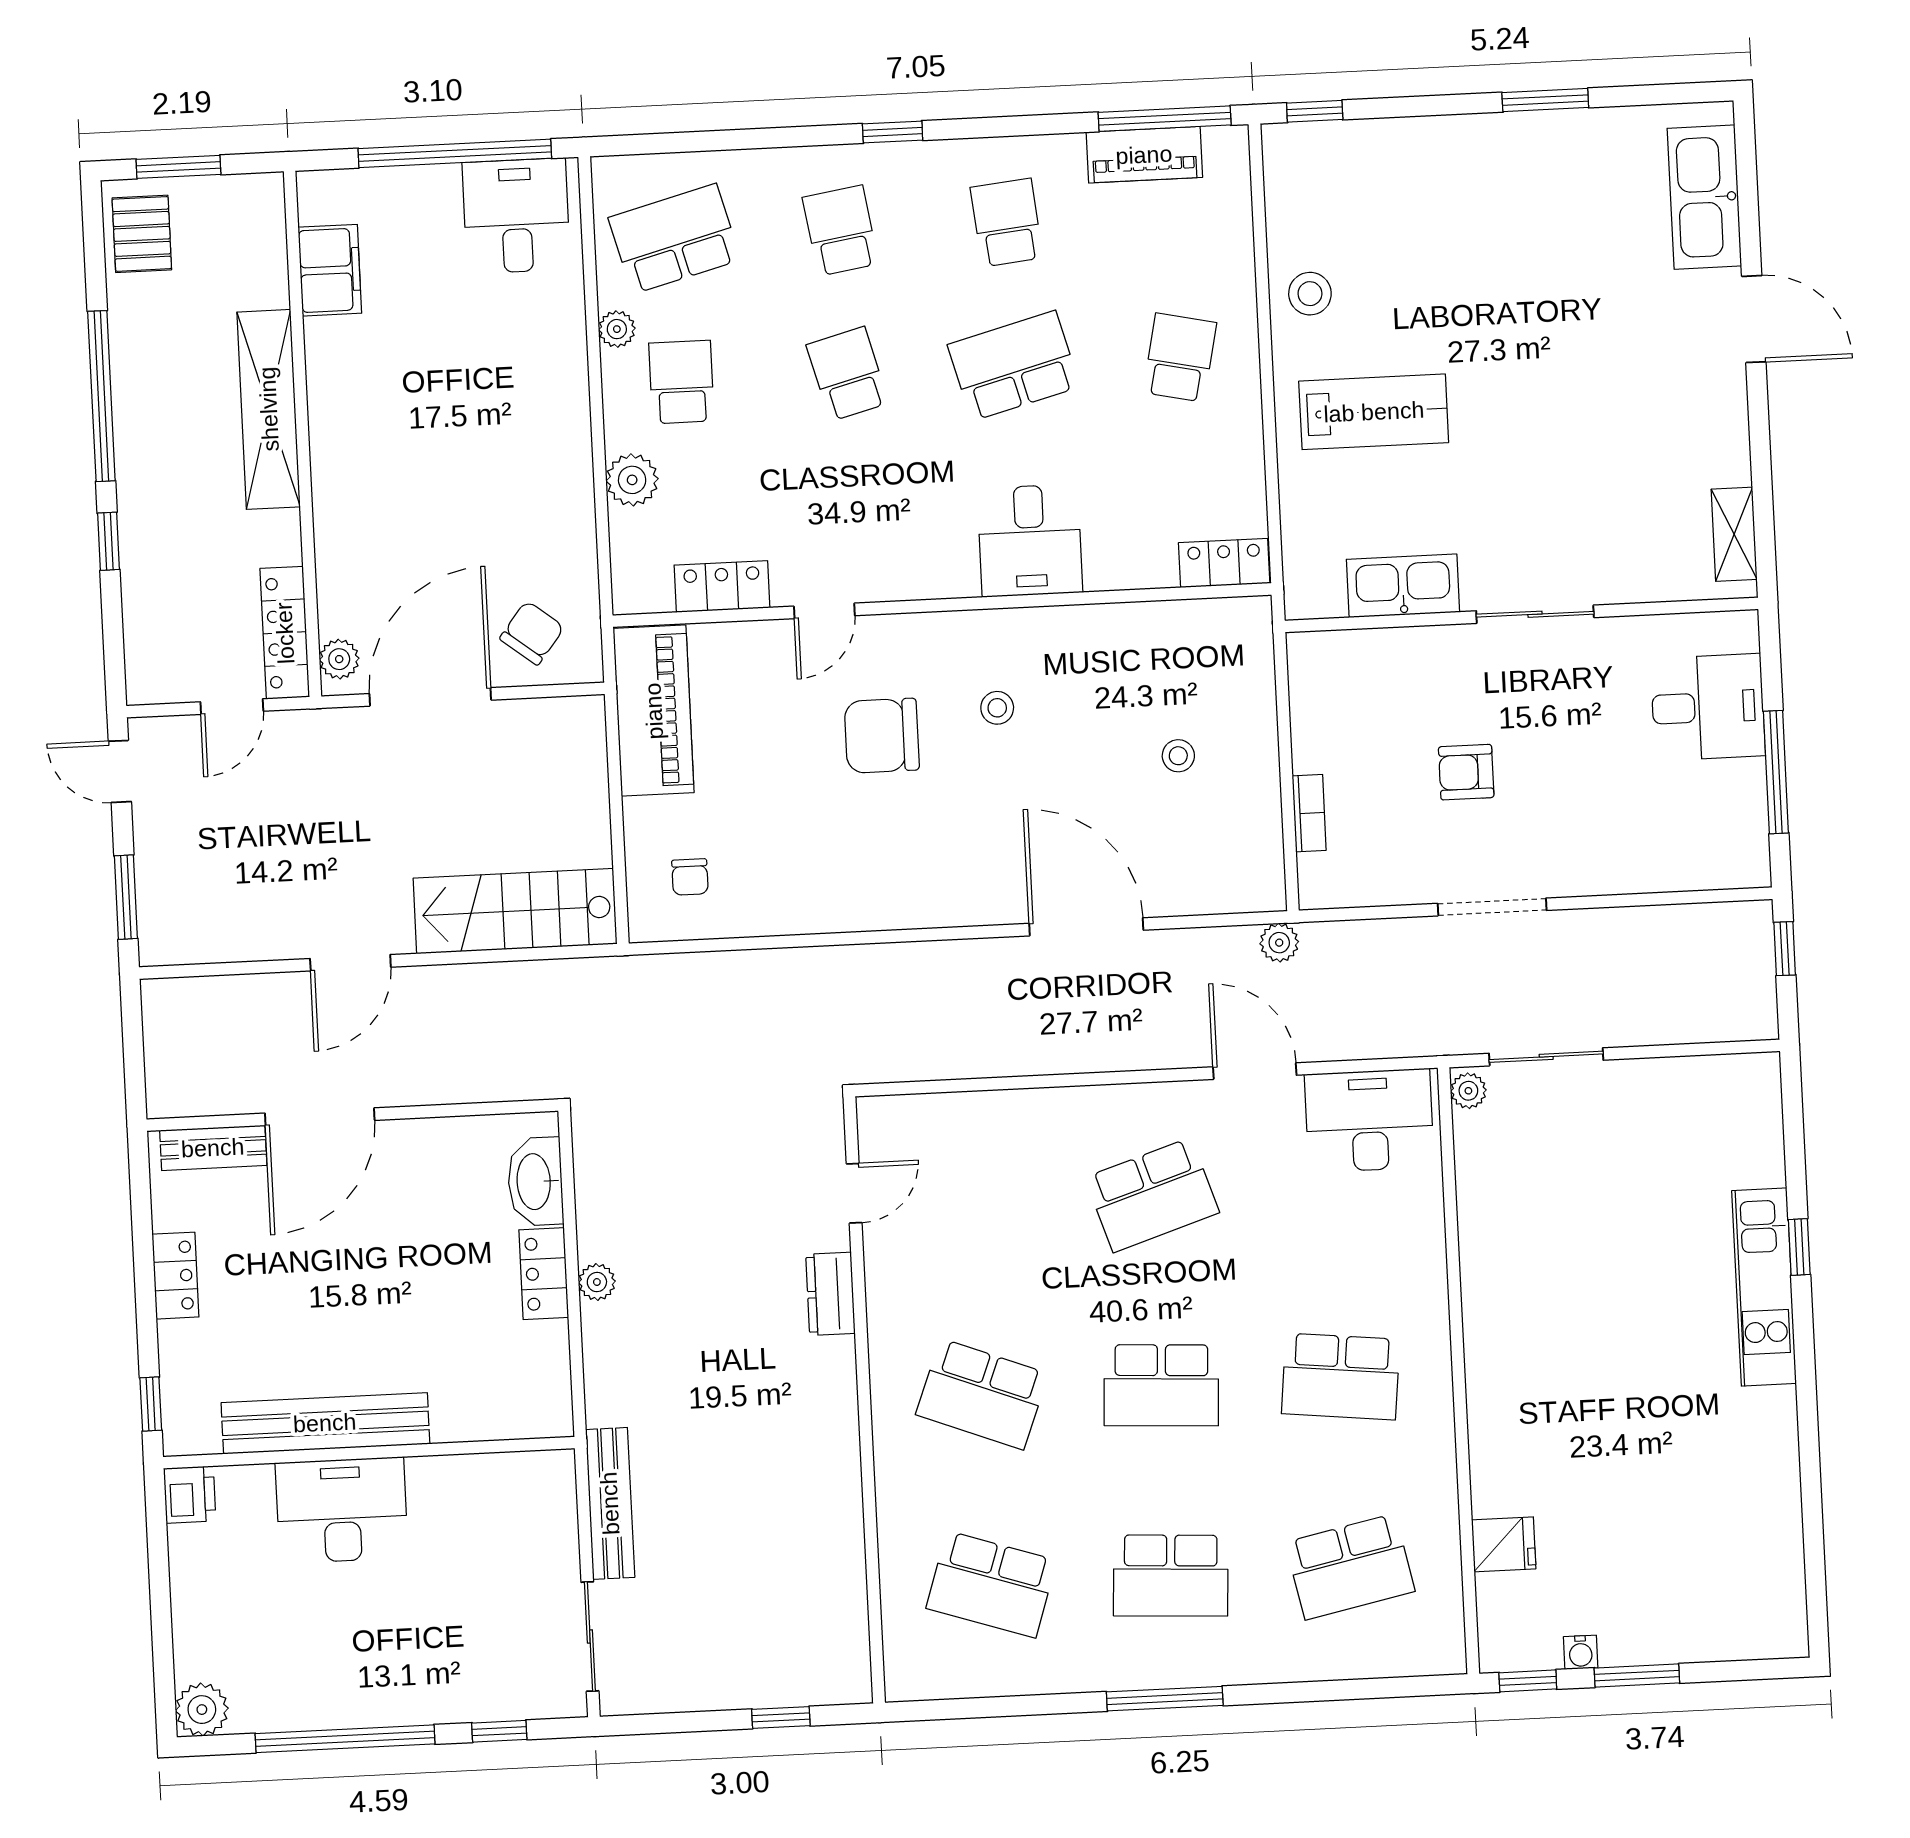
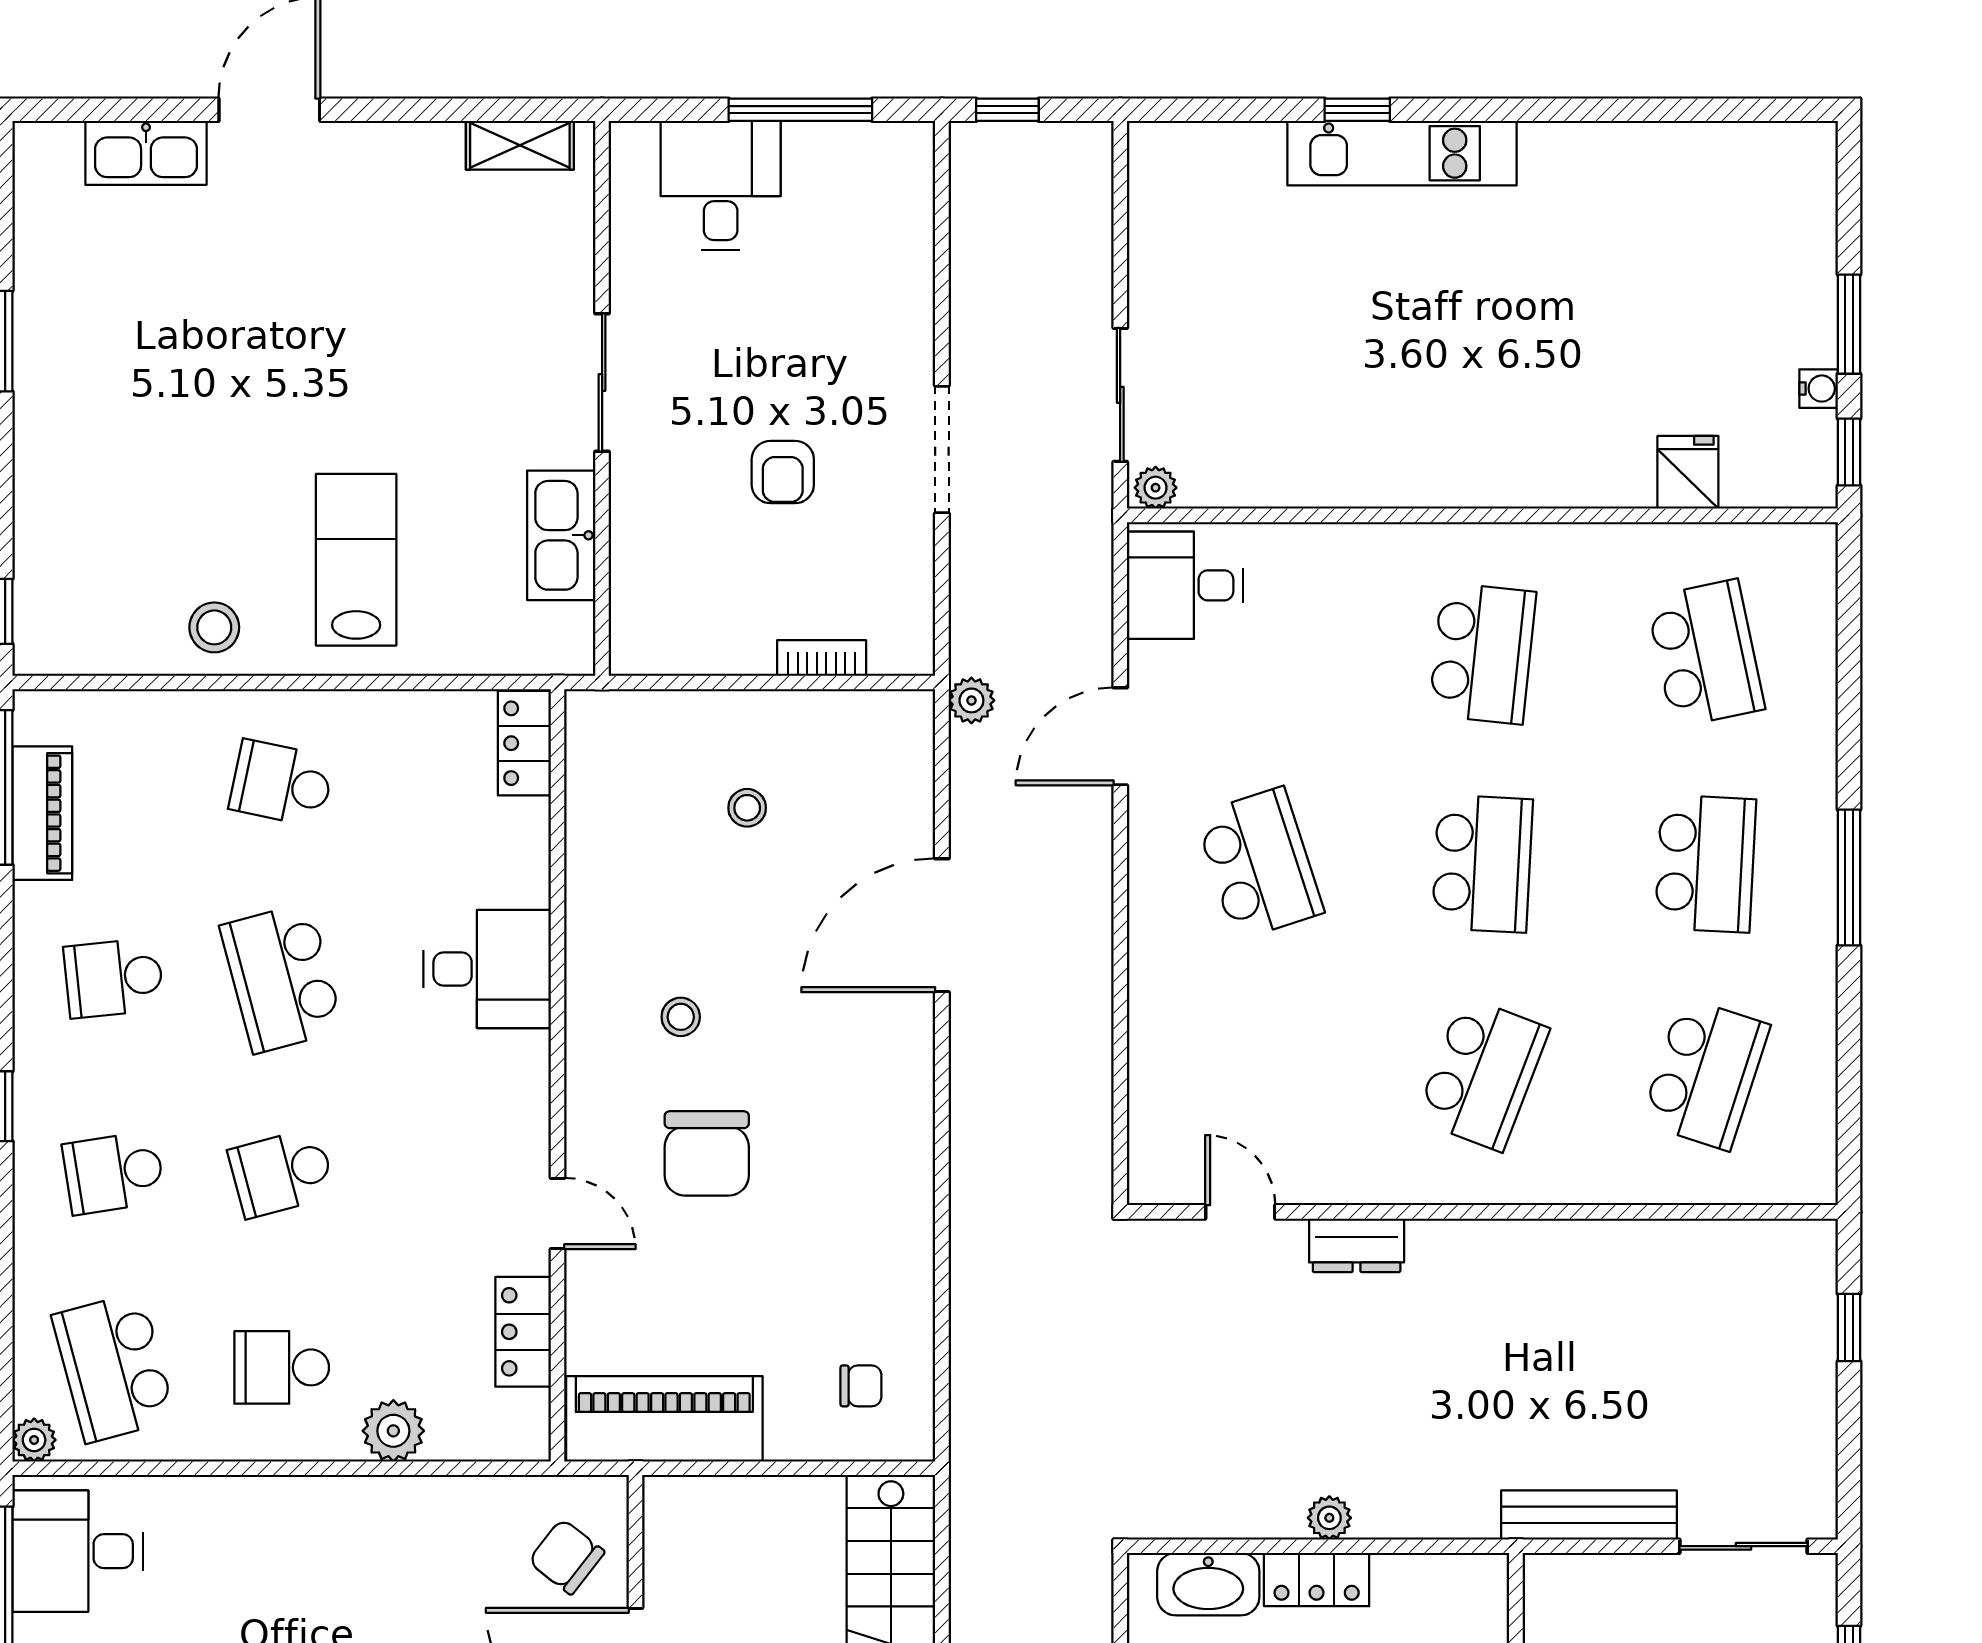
kitchen sink: (1704, 197) -> (146, 153), width x0.73, depth x0.81
plant: (617, 329) -> (34, 1440), moved
desk: (1369, 1121) -> (1185, 585), width x0.73

